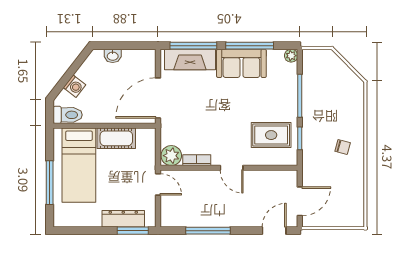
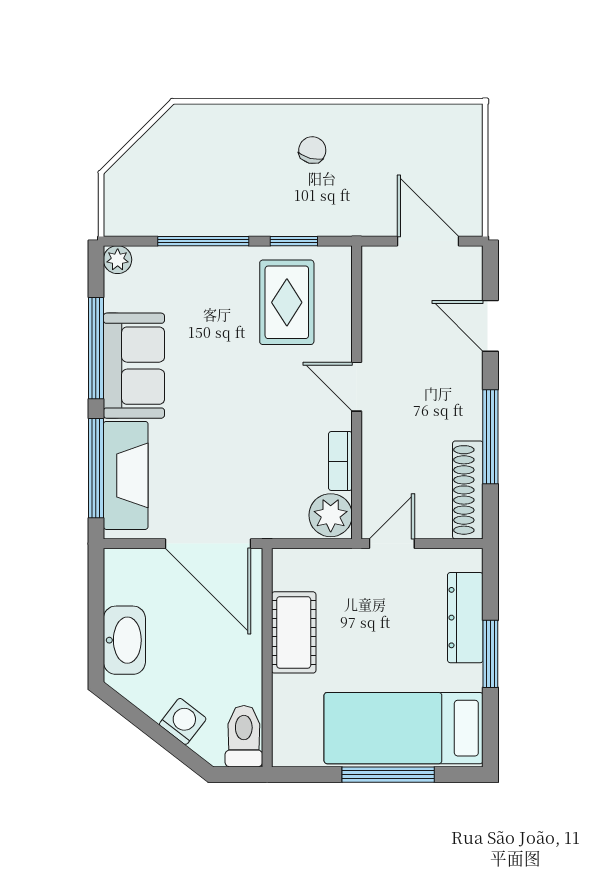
washbasin: (113, 56) -> (124, 640), width x1.91, depth x1.45
bed: (79, 165) -> (404, 728), moved, turned 180
door: (232, 168) -> (357, 387), swing flipped
shoe rack: (183, 220) -> (468, 490), added
window: (133, 231) -> (490, 654), moved
door: (274, 231) -> (490, 326), moved

